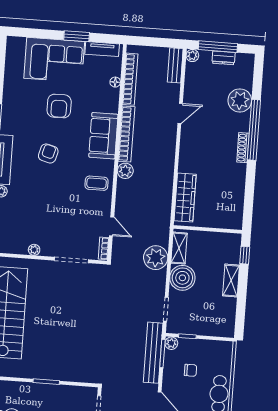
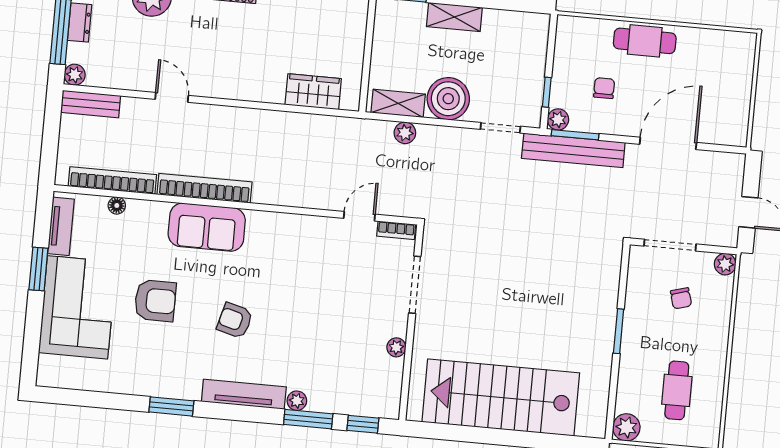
plant: (125, 171) -> (266, 191), removed
coffee table: (97, 183) -> (286, 240), removed
wardrobe: (185, 197) -> (313, 92), width x0.67
plant: (156, 258) -> (405, 133), width x0.53, depth x0.53

